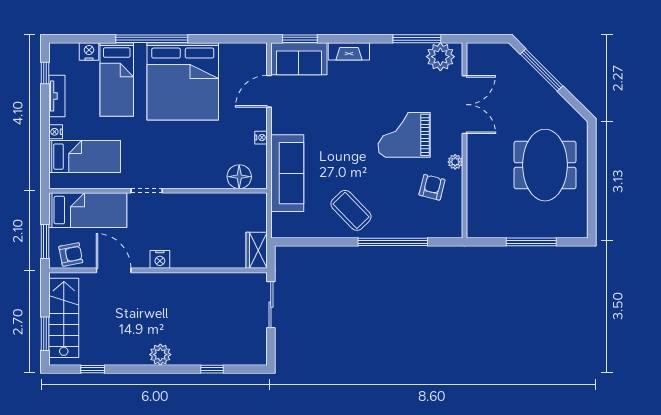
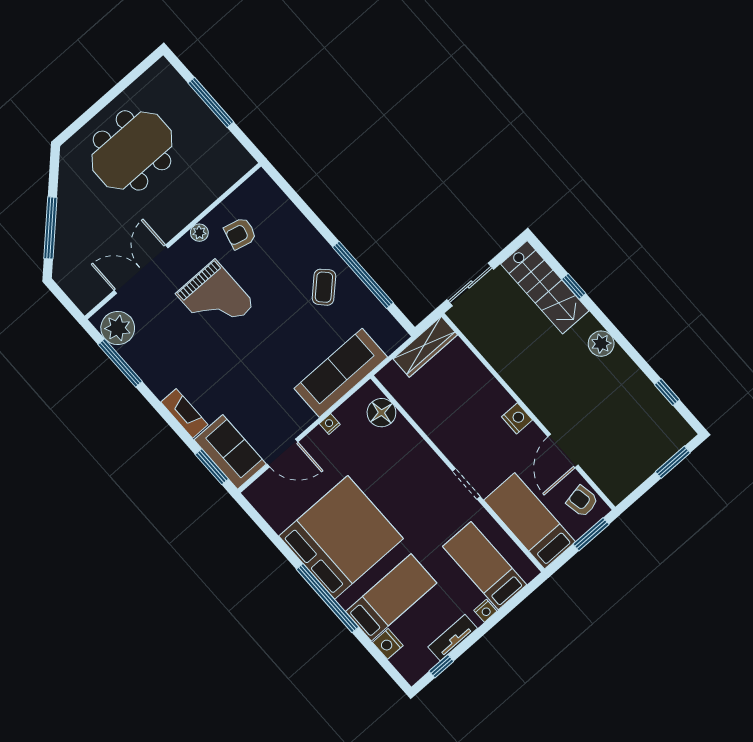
coffee table: (351, 210) -> (324, 287), width x0.73, depth x0.77
window: (393, 242) -> (363, 275), moved
wardrobe: (257, 250) -> (425, 347), width x1.50
stairs: (64, 318) -> (545, 287), moved, turned -90

